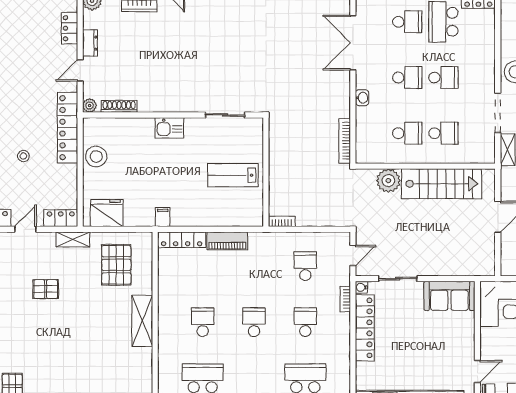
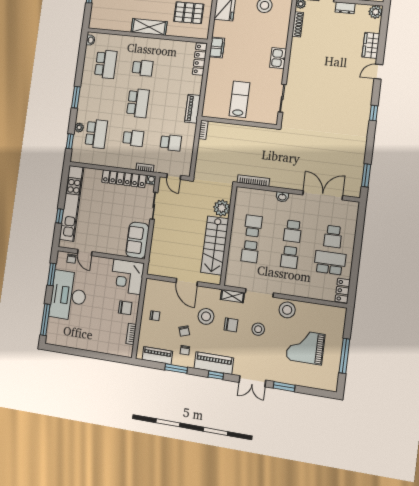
school desk: (407, 133) -> (253, 226), turned 180
filing cabinet: (163, 217) -> (217, 47), width x2.00
piano: (227, 241) -> (193, 109), moved
school desk: (254, 322) -> (138, 103), width x1.85

